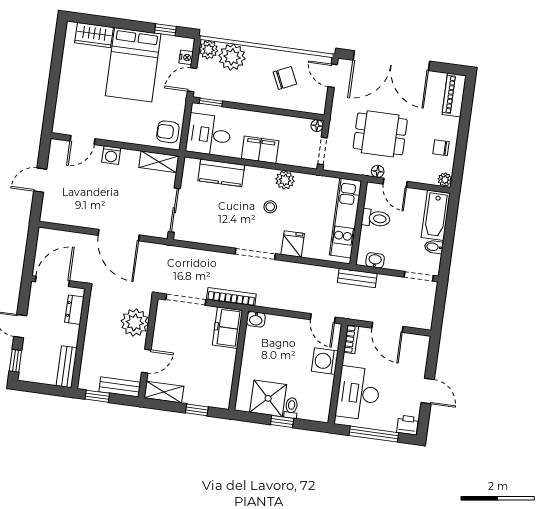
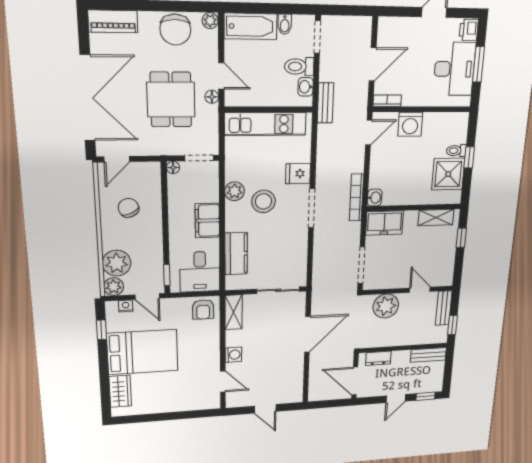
chair: (441, 148) -> (175, 29), width x1.87, depth x1.87
door: (395, 183) -> (221, 76), hinge flipped
stool: (270, 207) -> (263, 201), width x1.89, depth x1.89
toilet: (376, 218) -> (299, 67), moved, turned -90
bookcase: (231, 297) -> (357, 197), moved
shelving: (164, 392) -> (436, 217), moved, turned 90
desk: (358, 393) -> (454, 69), moved, turned -90
window: (374, 434) -> (478, 64), width x0.69

